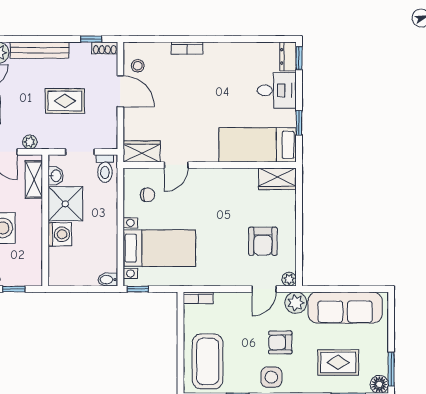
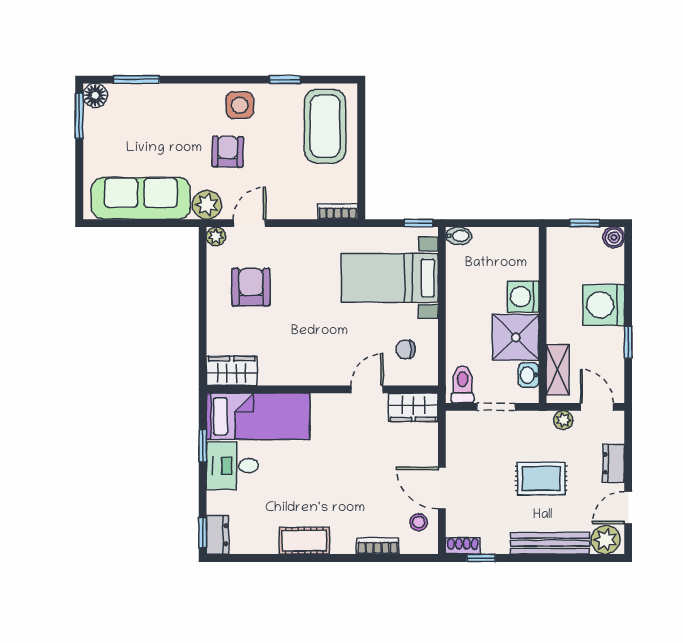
bookcase: (187, 48) -> (378, 546), moved
cot: (223, 52) -> (305, 541), added
desk: (277, 90) -> (232, 466), moved
rug: (65, 101) -> (541, 479), moved
armchair: (280, 342) -> (228, 152), turned -89
rug: (338, 362) -> (150, 125), removed

